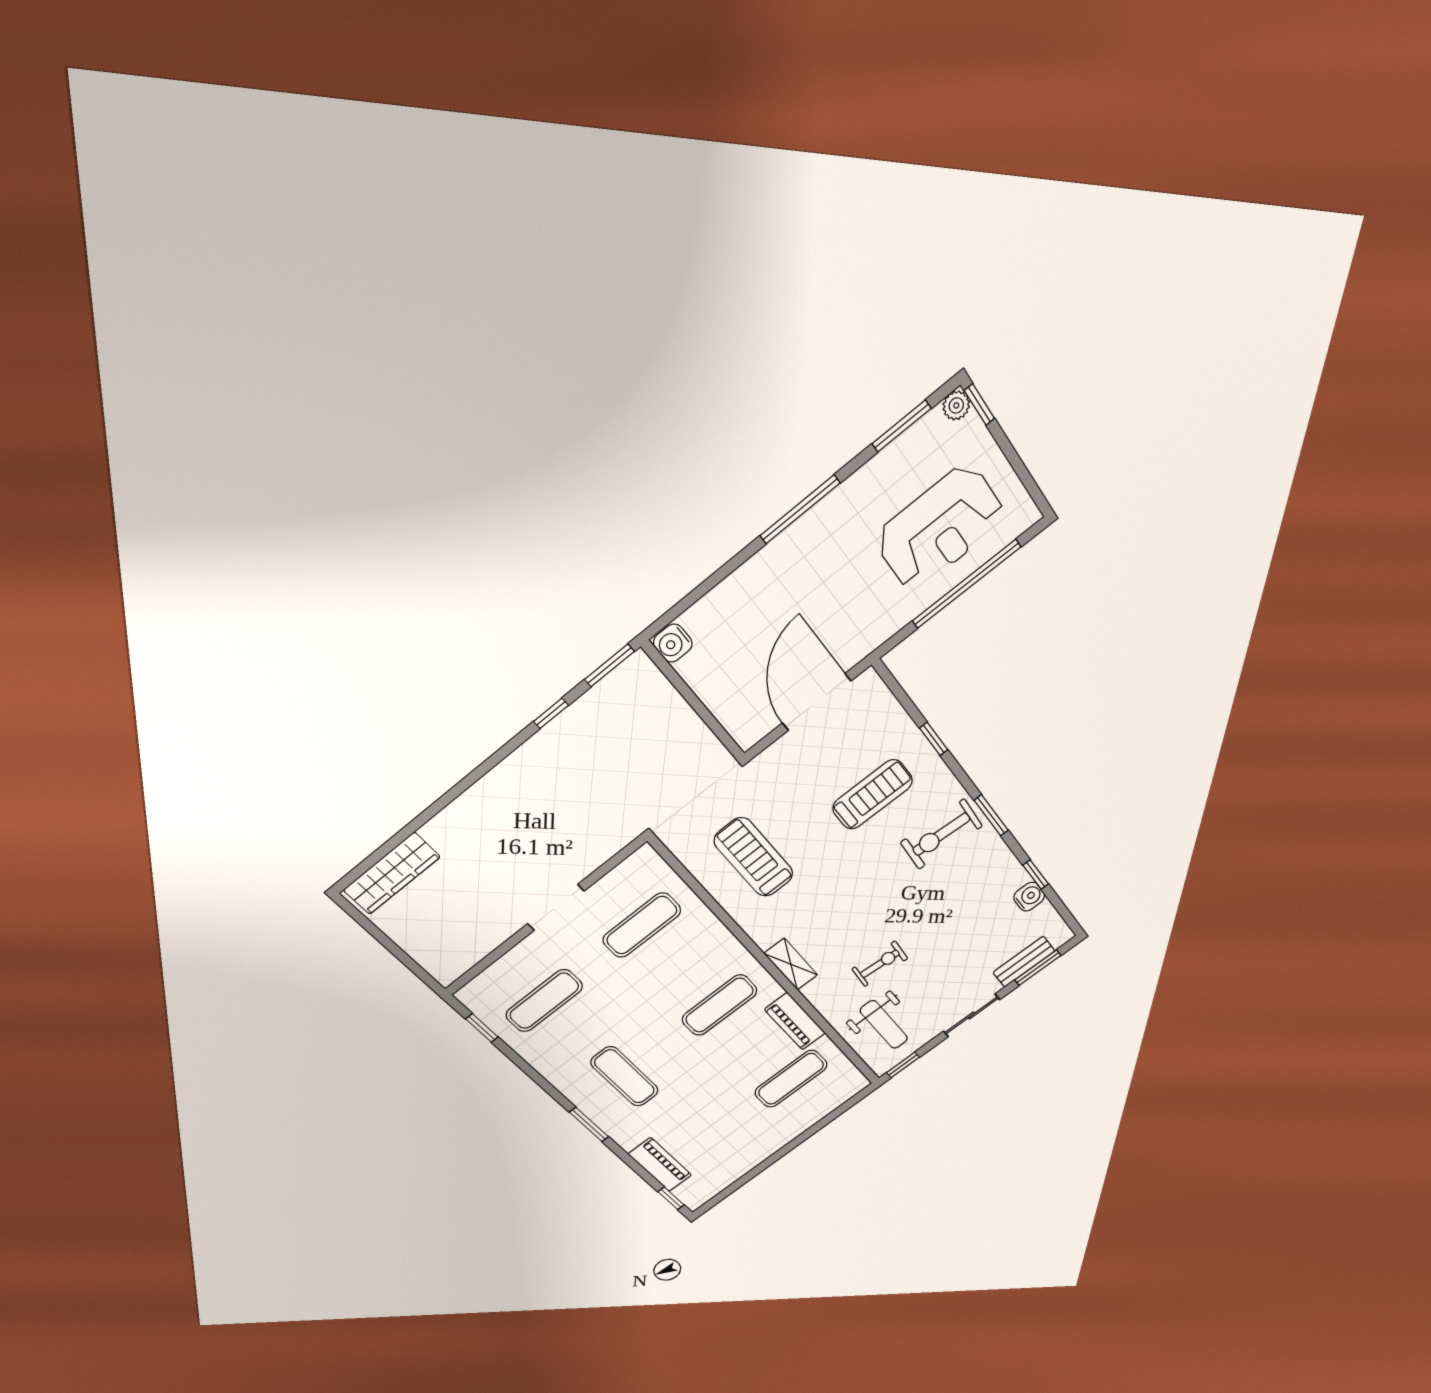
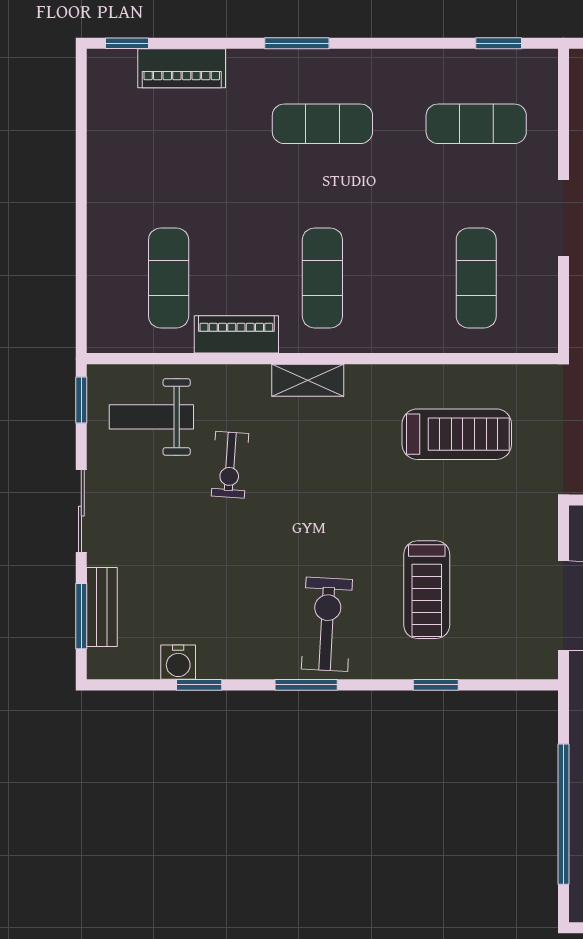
exercise mat: (544, 1001) -> (476, 124), turned 90

